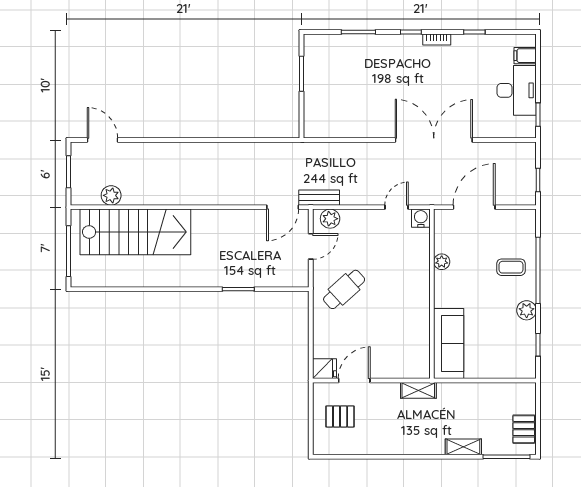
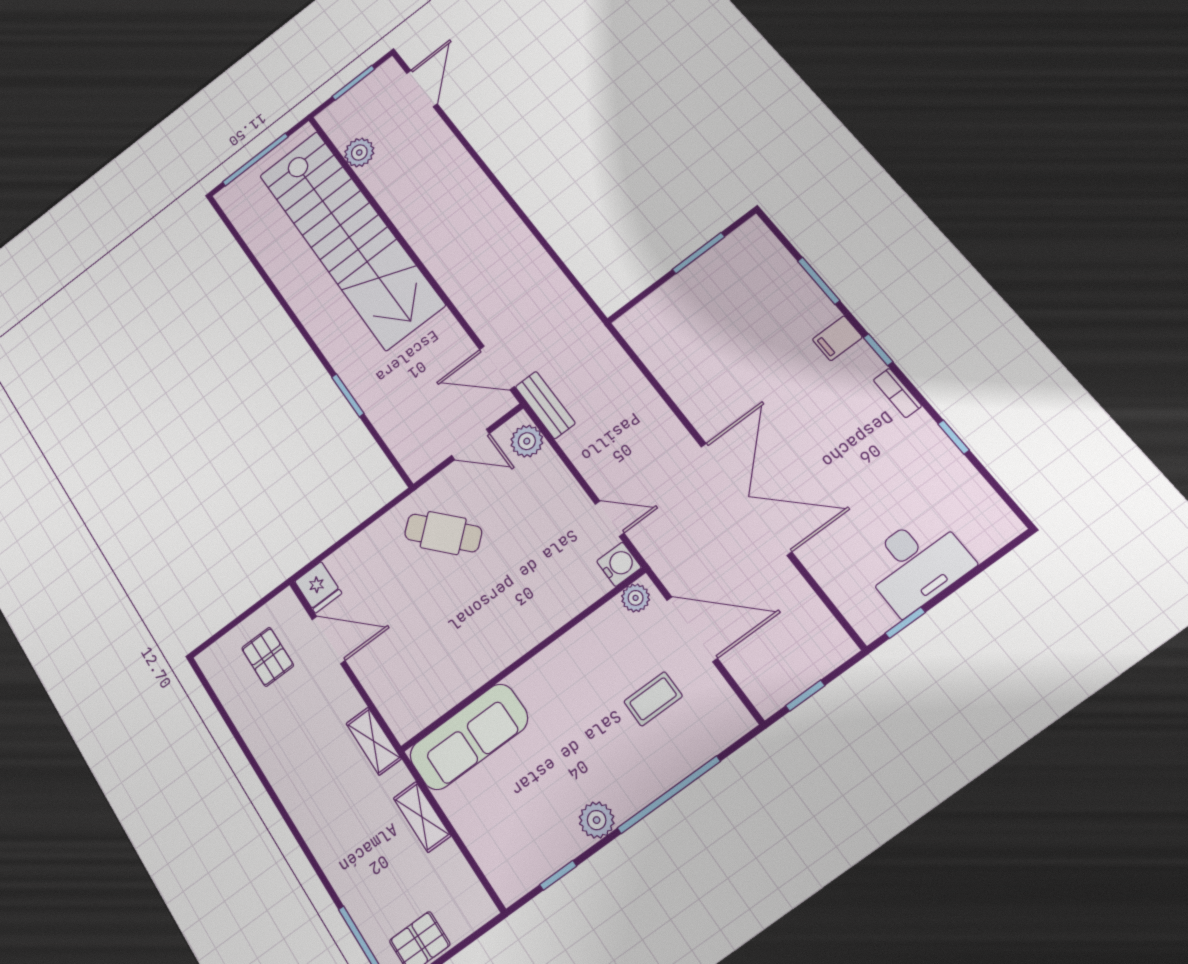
filing cabinet: (525, 56) -> (837, 338), moved, turned -90
stairs: (135, 232) -> (350, 239), width x1.36
plant: (442, 262) -> (636, 598), moved
coffee table: (511, 267) -> (653, 699), moved, turned 90
shelving: (463, 447) -> (422, 817), moved

